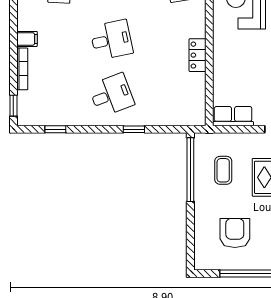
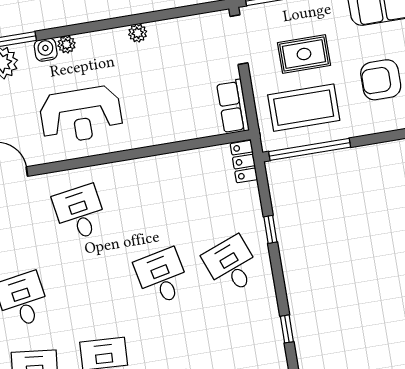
locker: (198, 55) -> (244, 162), moved, turned 90
coffee table: (223, 170) -> (304, 108), width x1.86, depth x1.72

